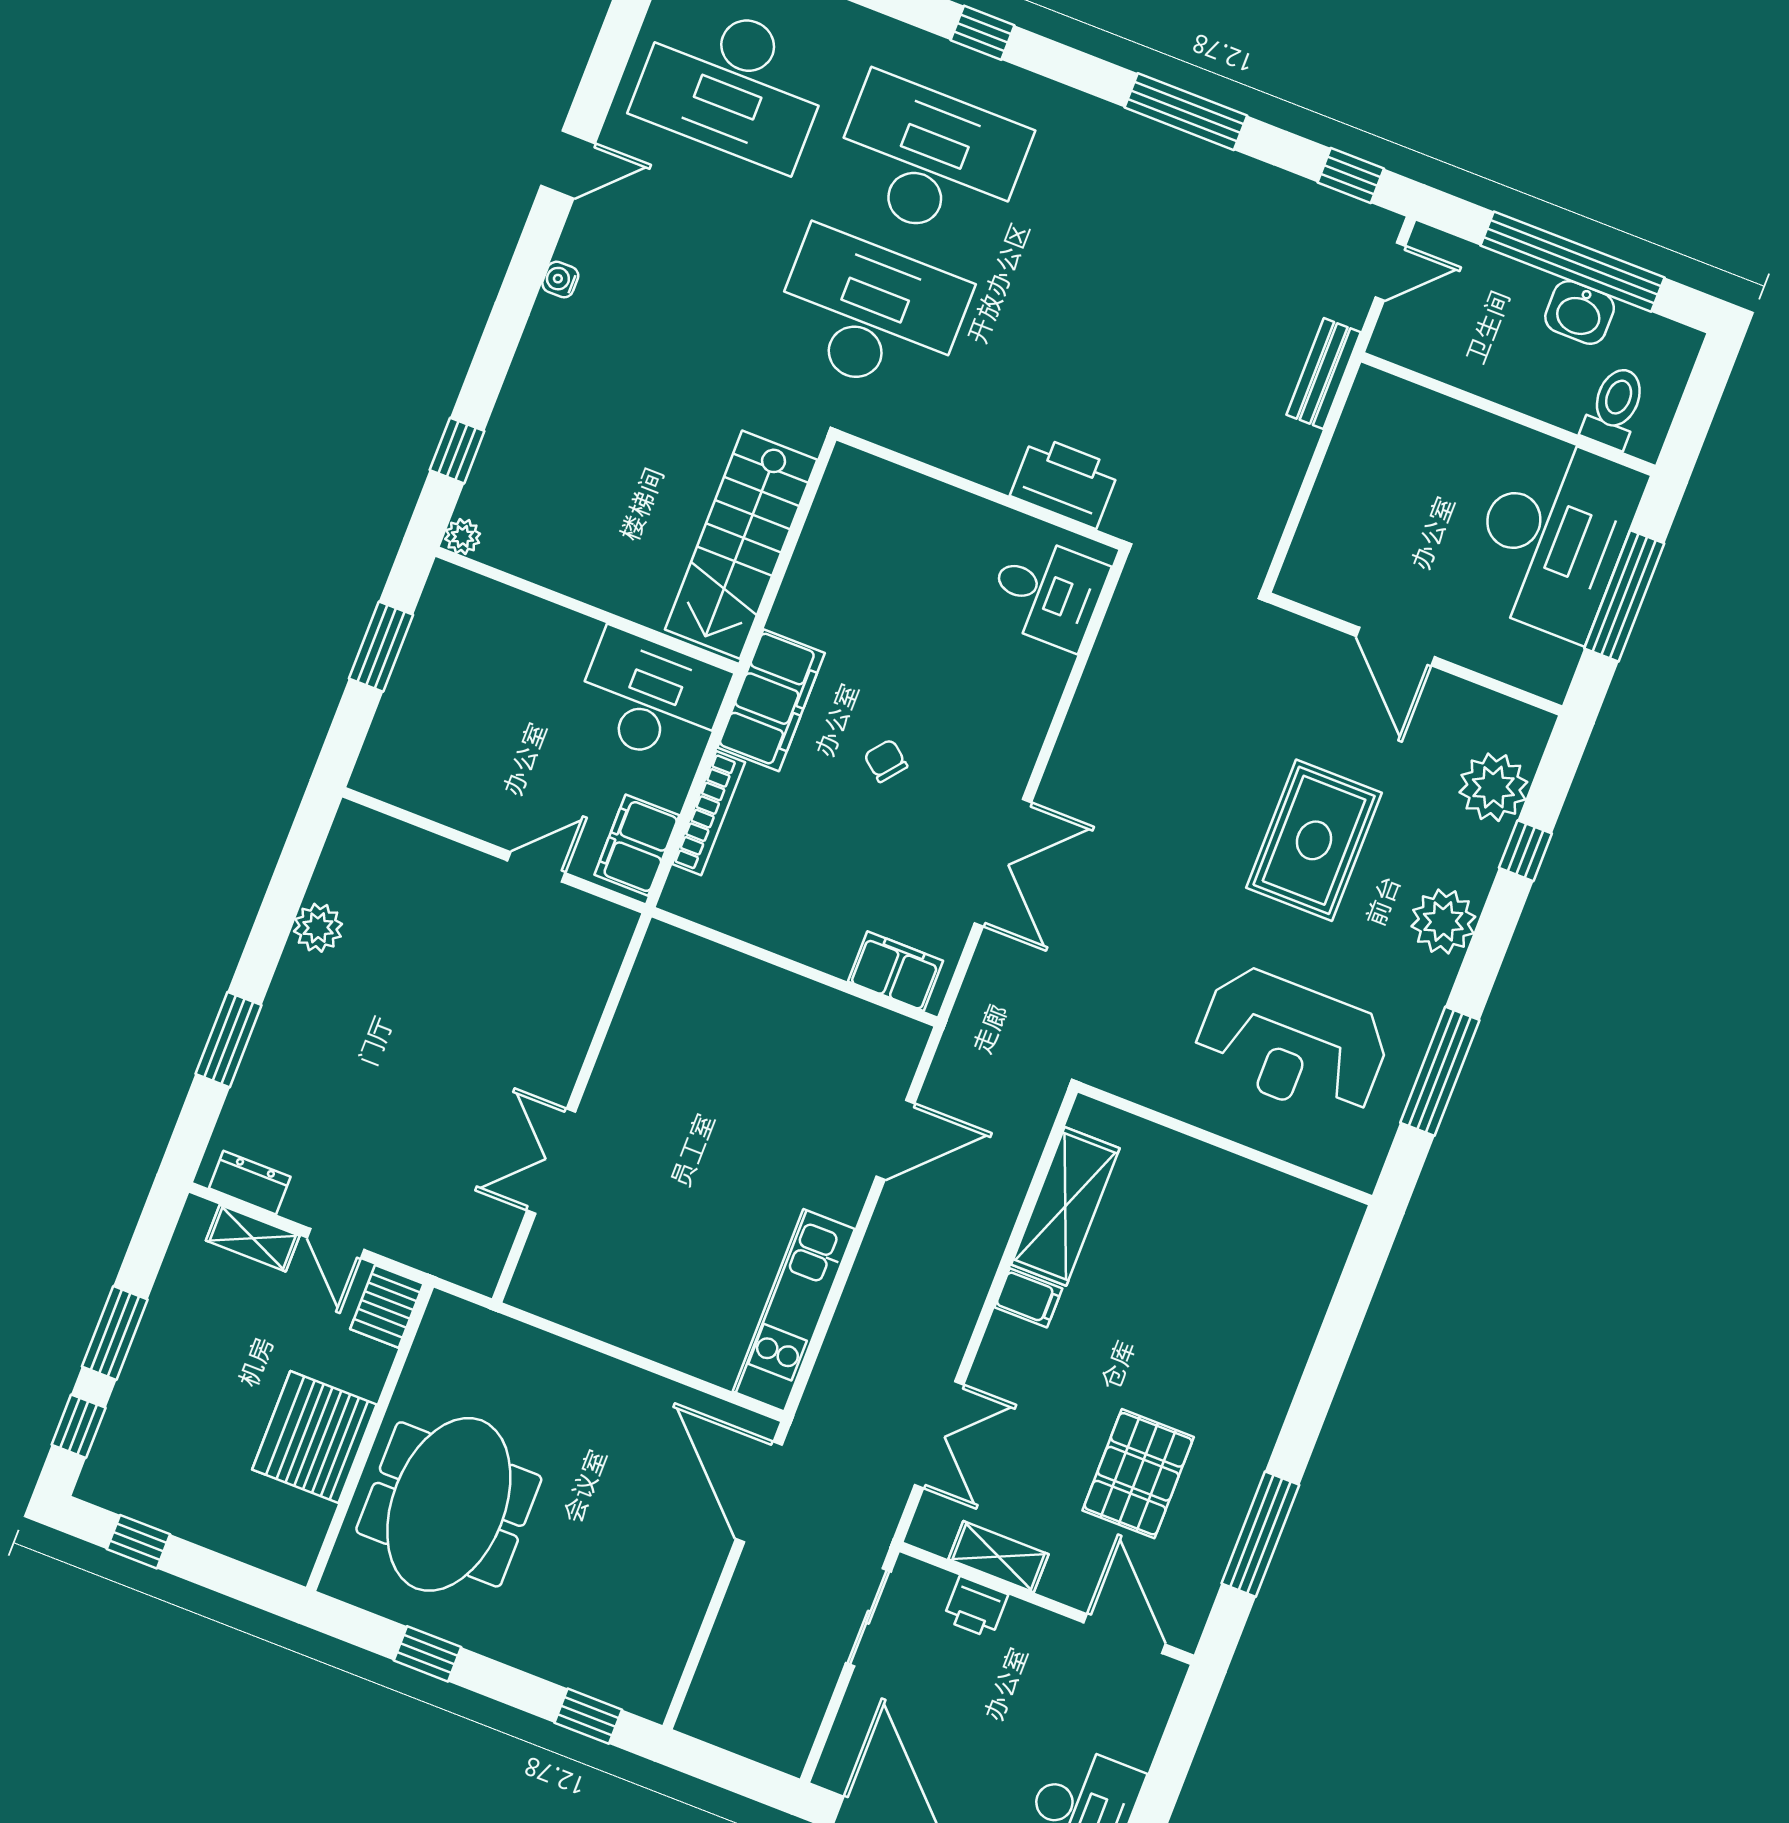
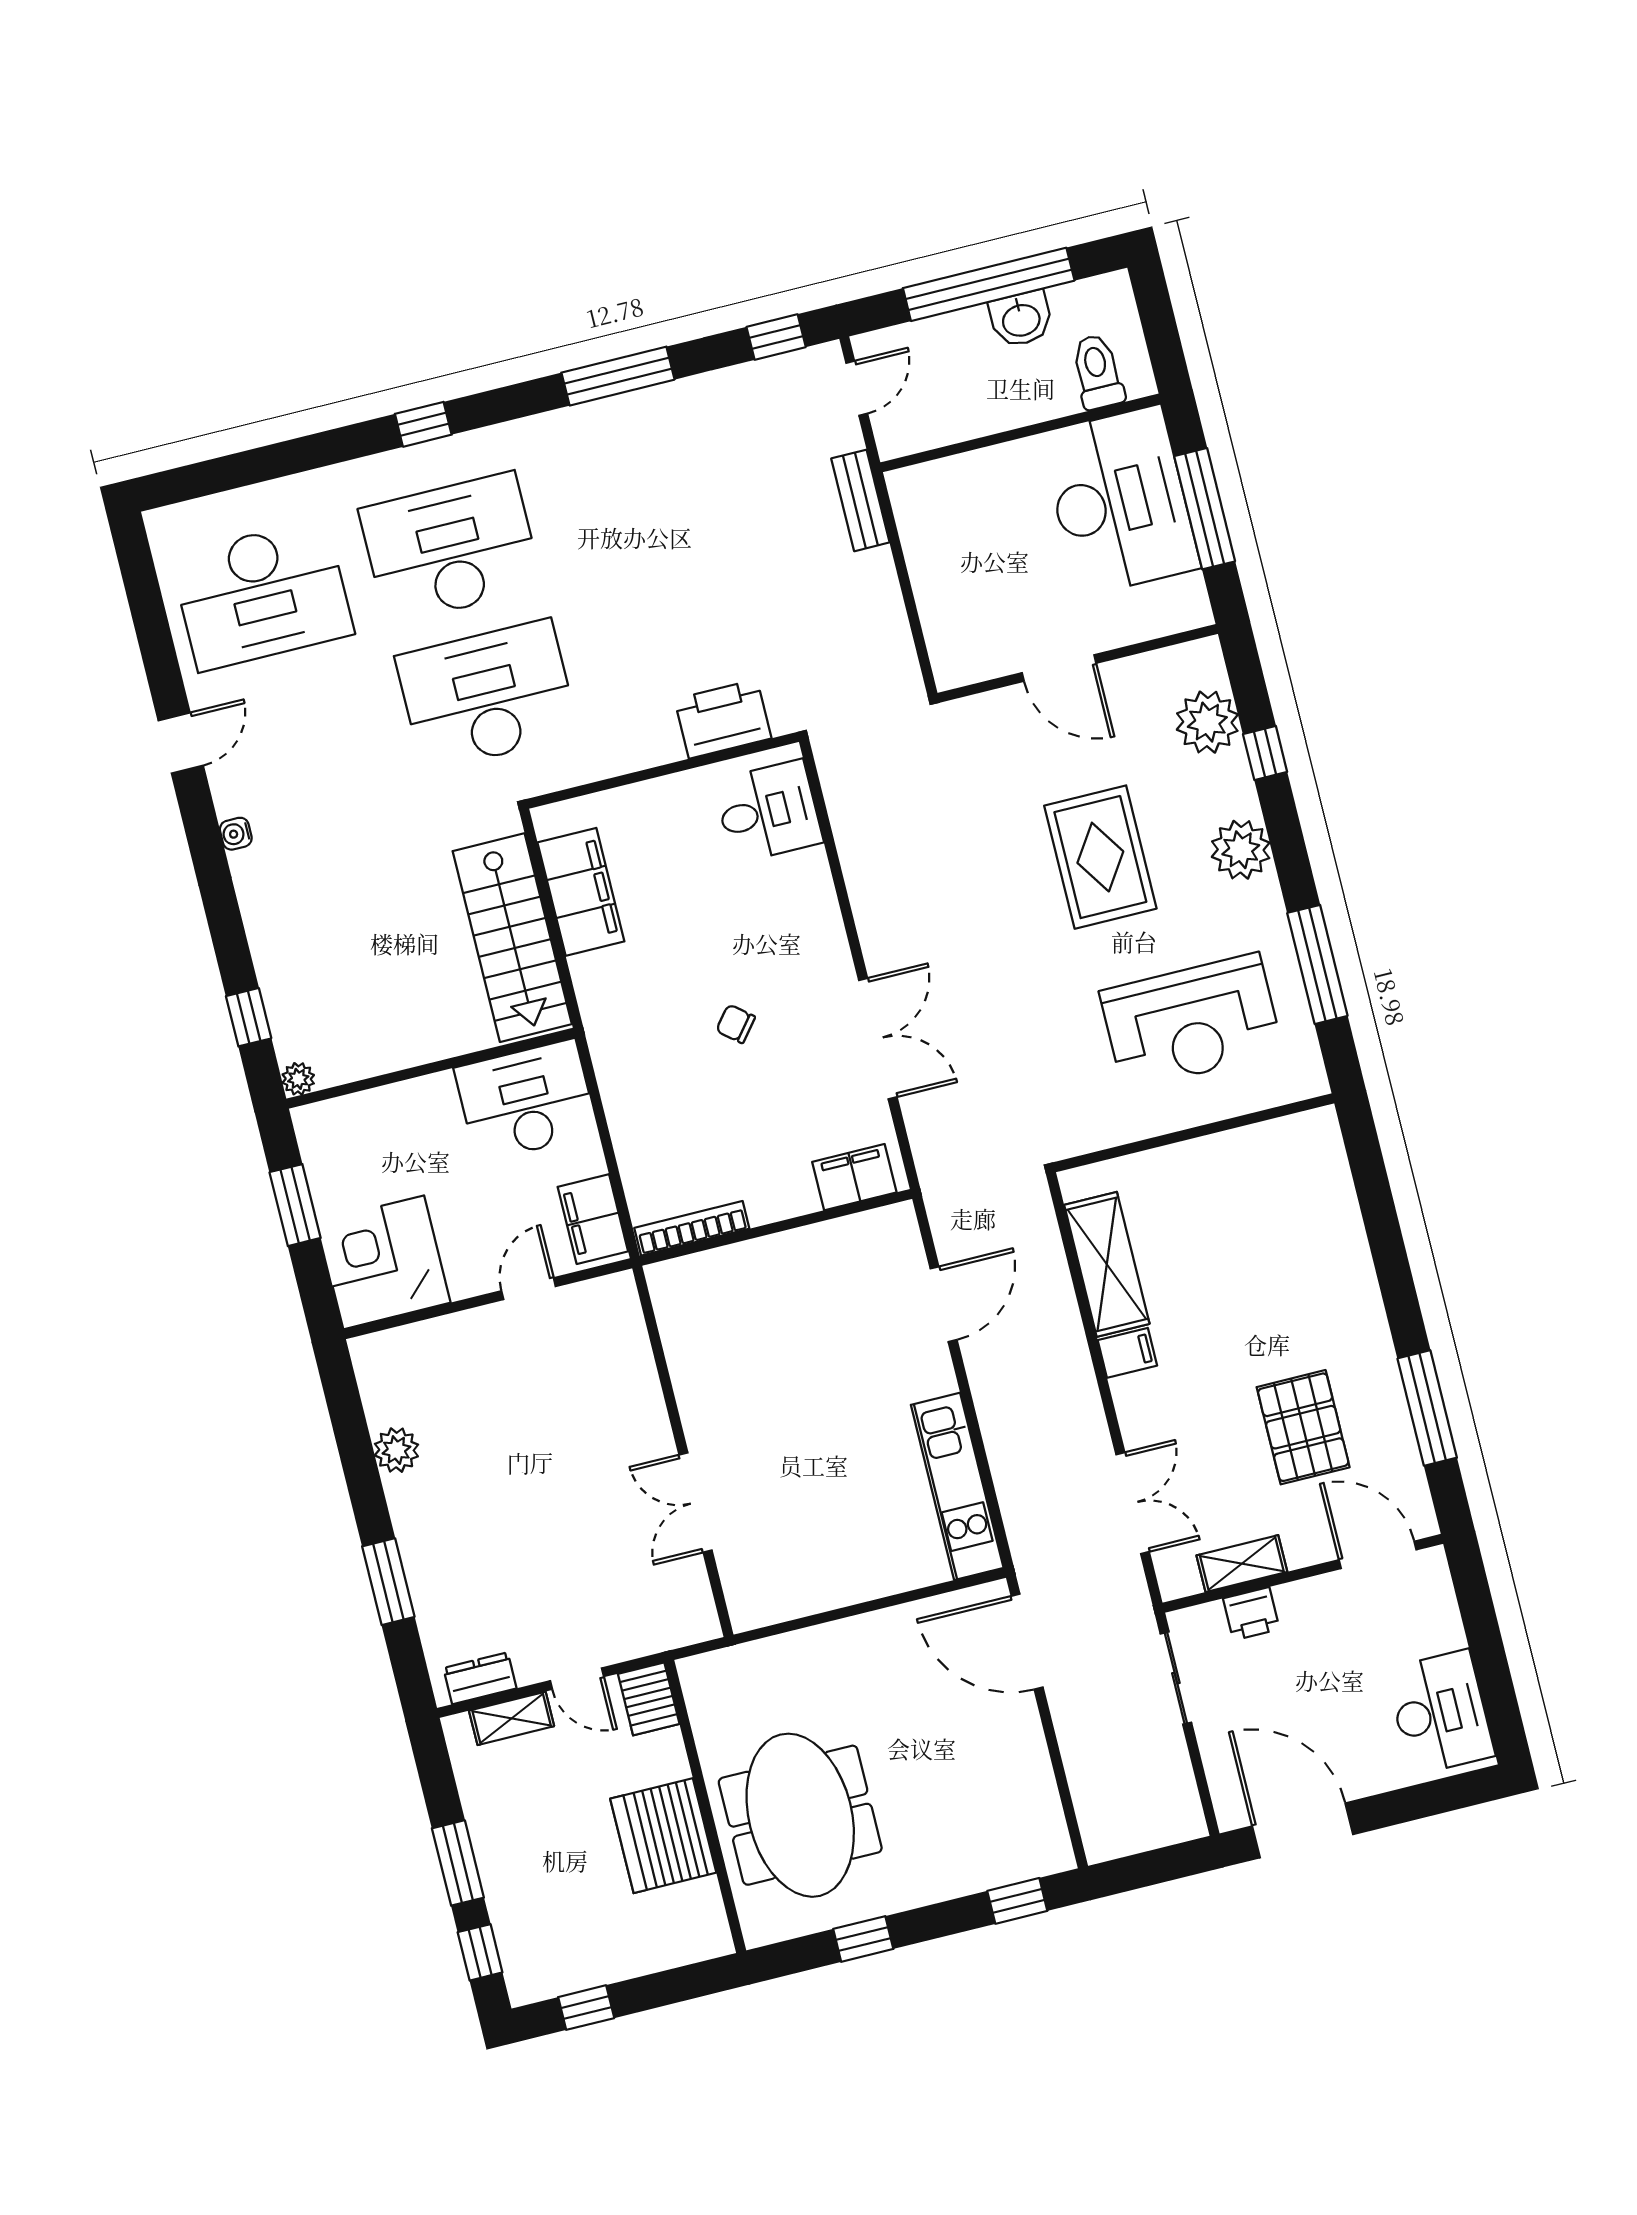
filing cabinet: (771, 700) -> (581, 892), moved
corner desk: (424, 753) -> (384, 1262), added
bookcase: (709, 813) -> (692, 1228), moved, turned -90

